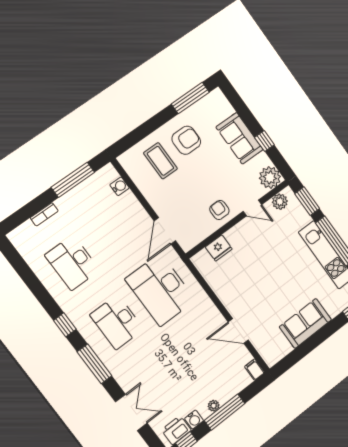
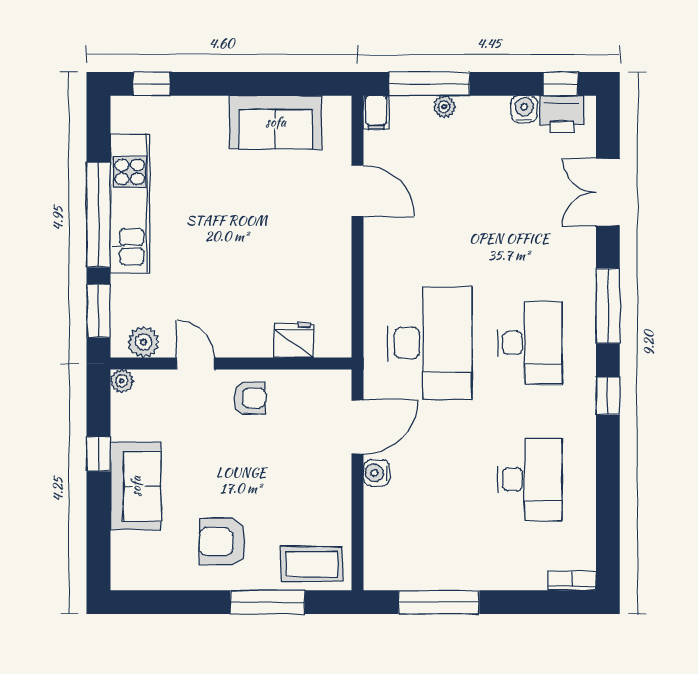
window: (190, 98) -> (267, 602), moved
coffee table: (160, 161) -> (312, 564), moved, turned 90
plant: (270, 177) -> (122, 381), width x0.53, depth x0.53
water cooler: (120, 186) -> (377, 473), moved
armchair: (219, 210) -> (250, 398), turned -90
bookcase: (44, 214) -> (572, 581), moved
sofa: (305, 323) -> (276, 122), moved
plant: (214, 406) -> (444, 107), moved
window: (225, 412) -> (429, 84), moved

